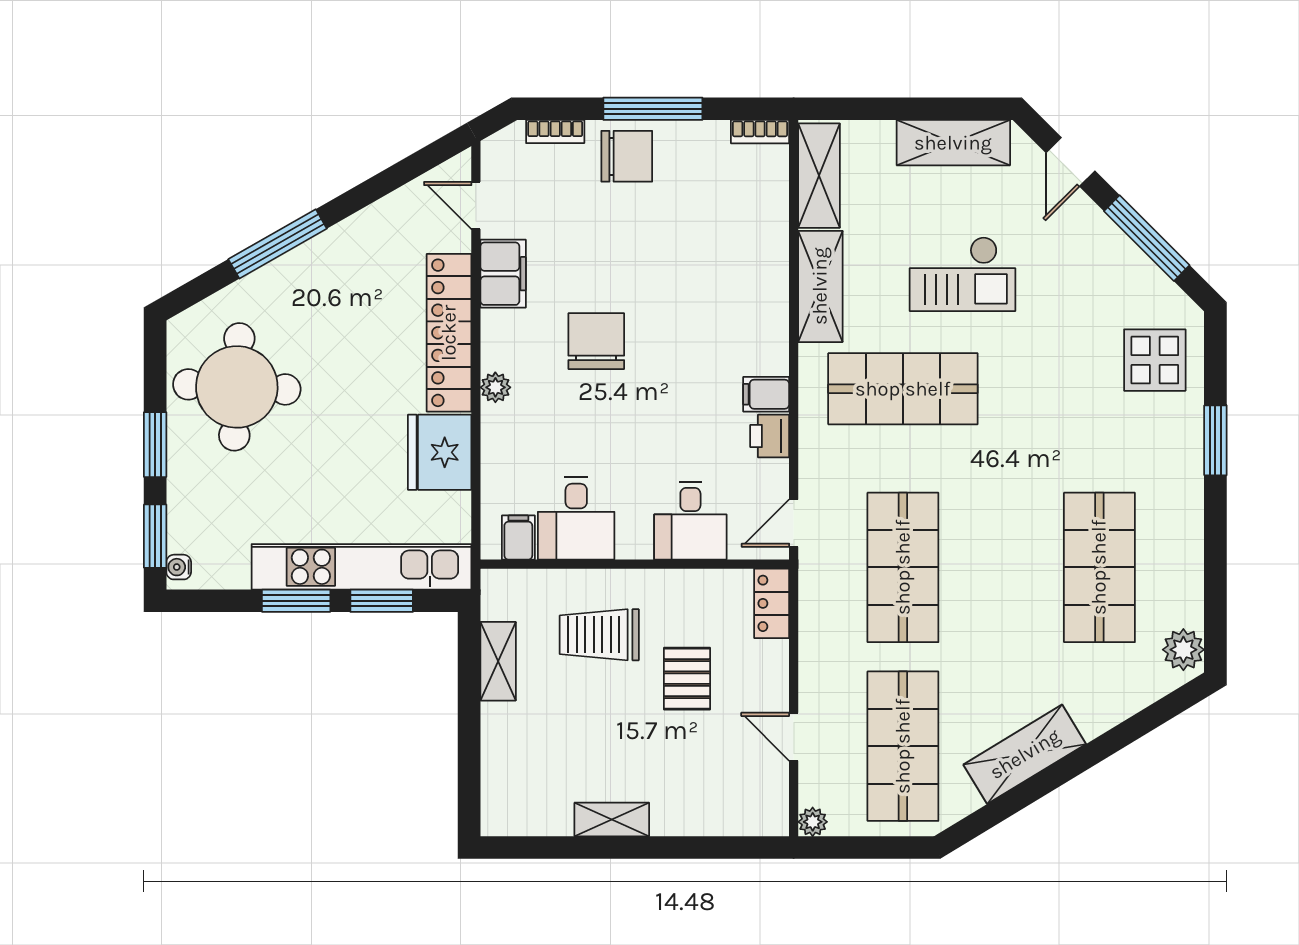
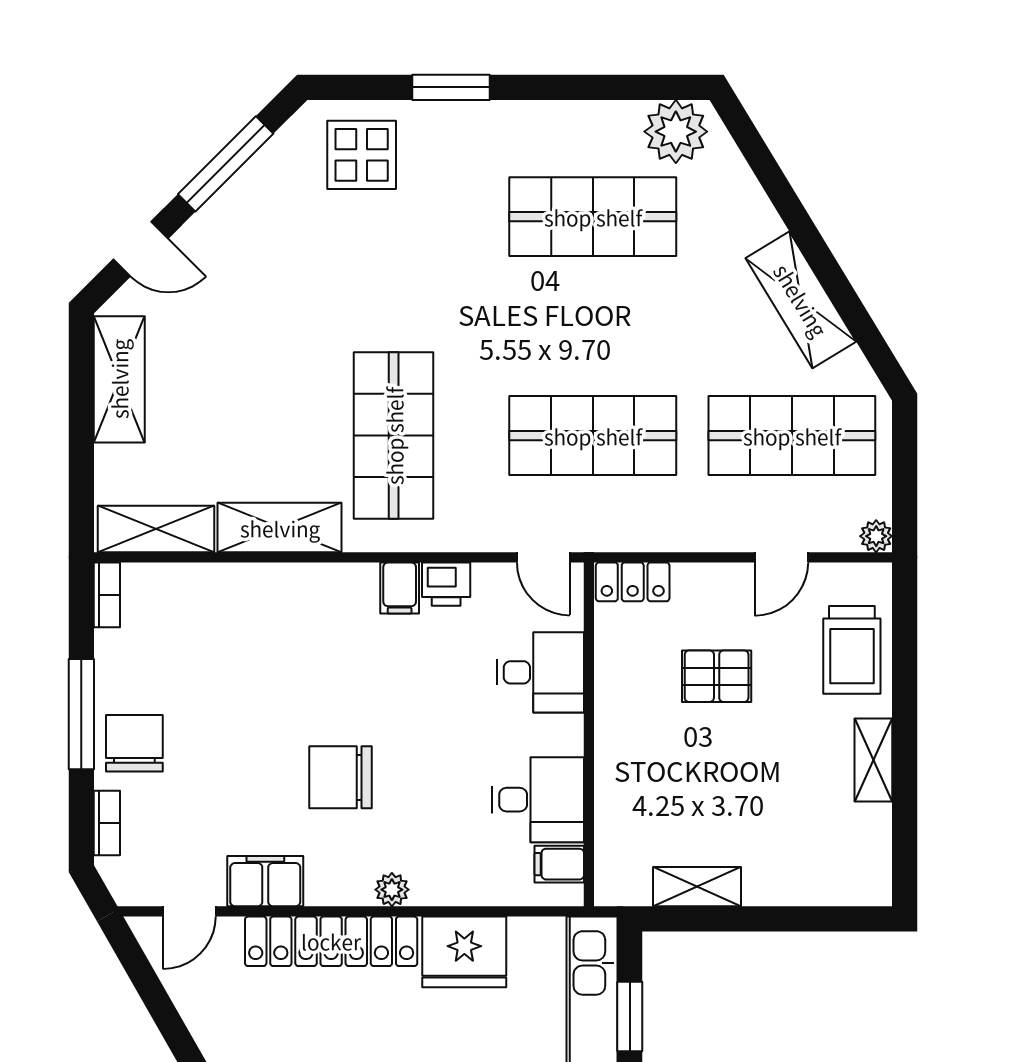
checkout: (962, 274) -> (266, 369), removed
trolley: (599, 635) -> (852, 650), moved
plant: (1183, 650) -> (676, 132), width x1.36, depth x1.36

